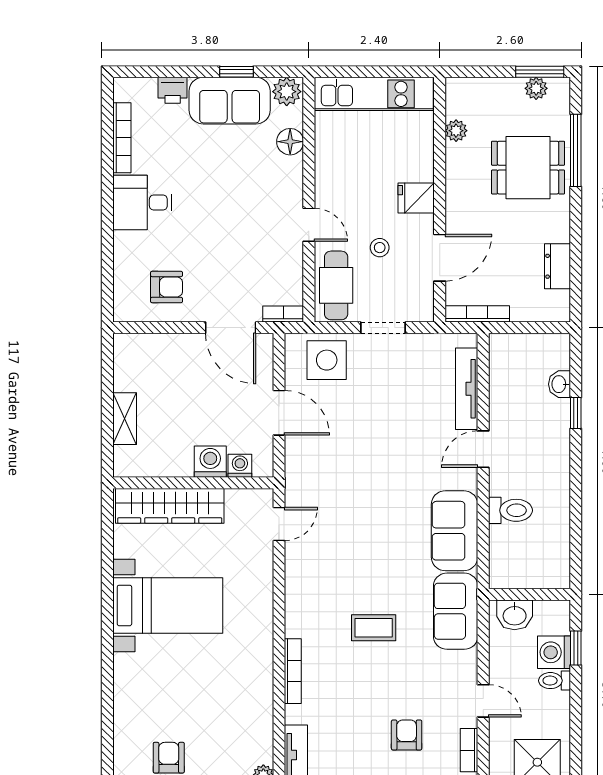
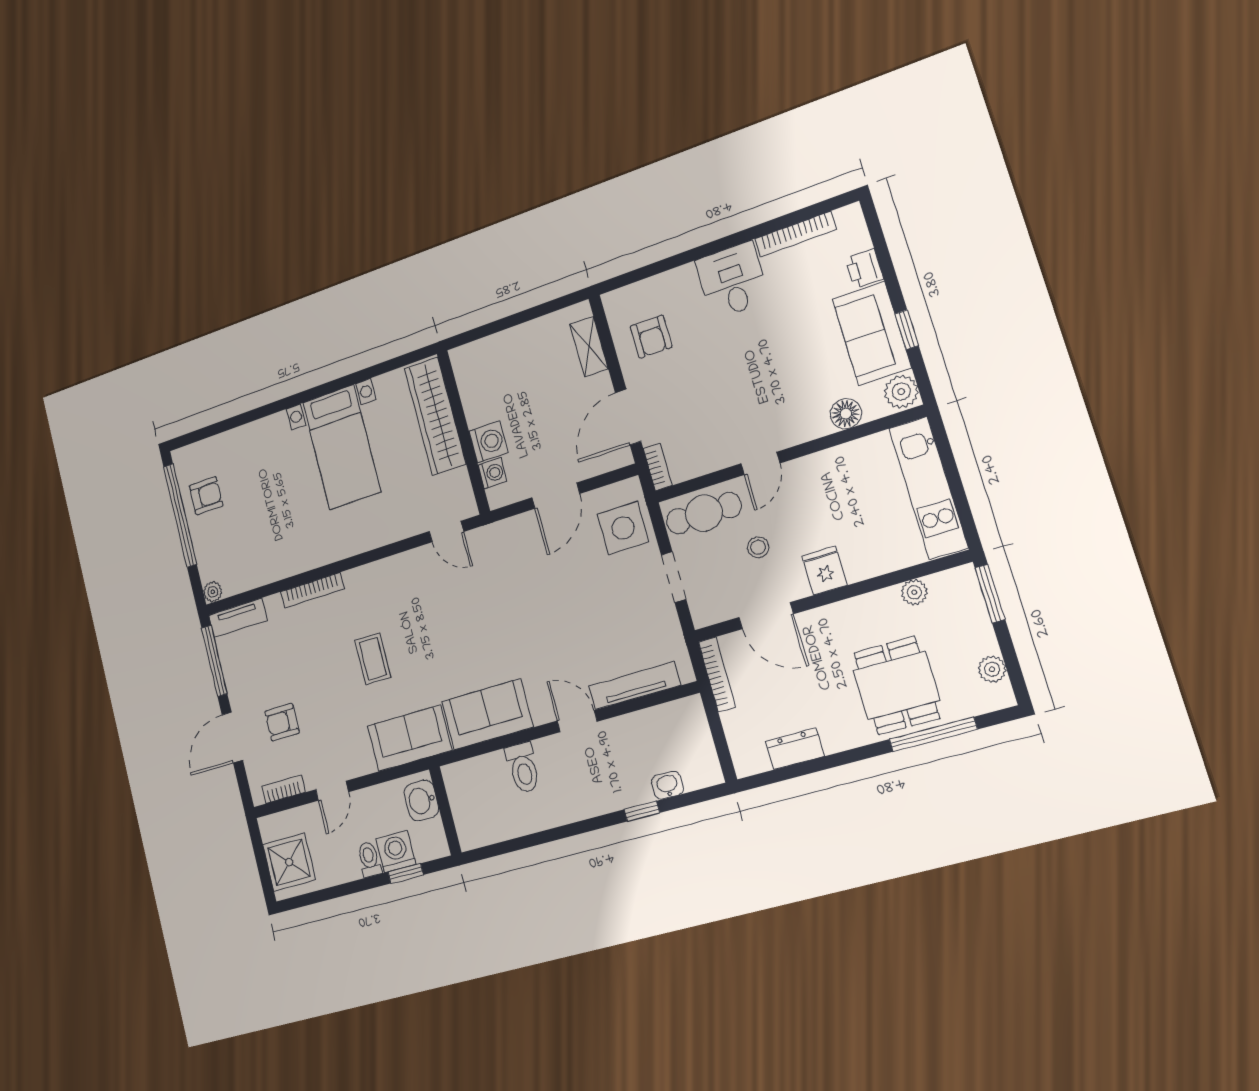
window: (540, 72) -> (990, 594), moved
shelving: (125, 419) -> (589, 347), moved, turned 90
armchair: (407, 735) -> (282, 722), turned 180

